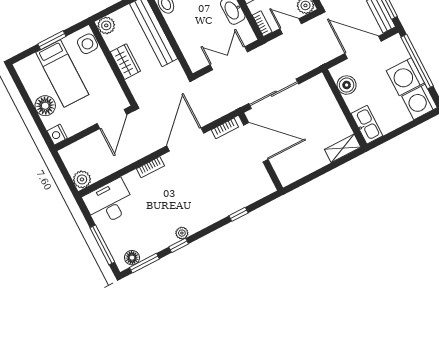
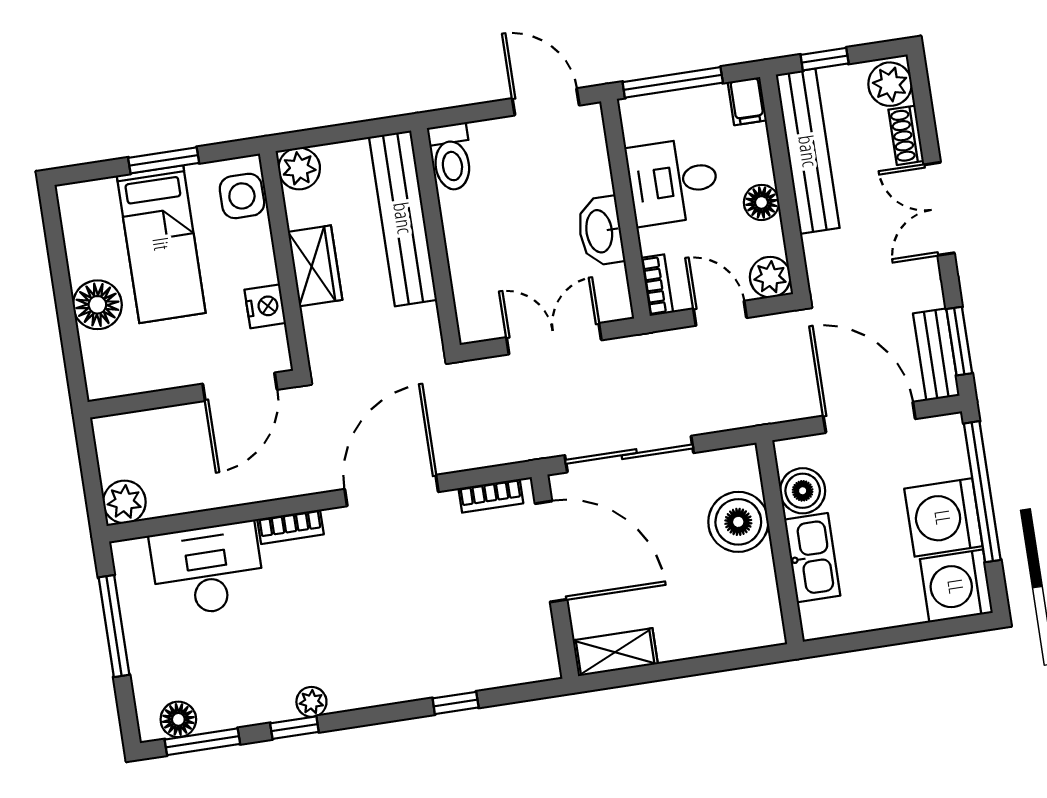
boiler: (325, 106) -> (738, 522), added
kitchen sink: (367, 125) -> (812, 558), moved
nightstand: (57, 135) -> (265, 306), moved, turned 180
shelving: (343, 148) -> (615, 652), moved
desk: (109, 202) -> (207, 569), moved
window: (102, 245) -> (114, 626), moved

